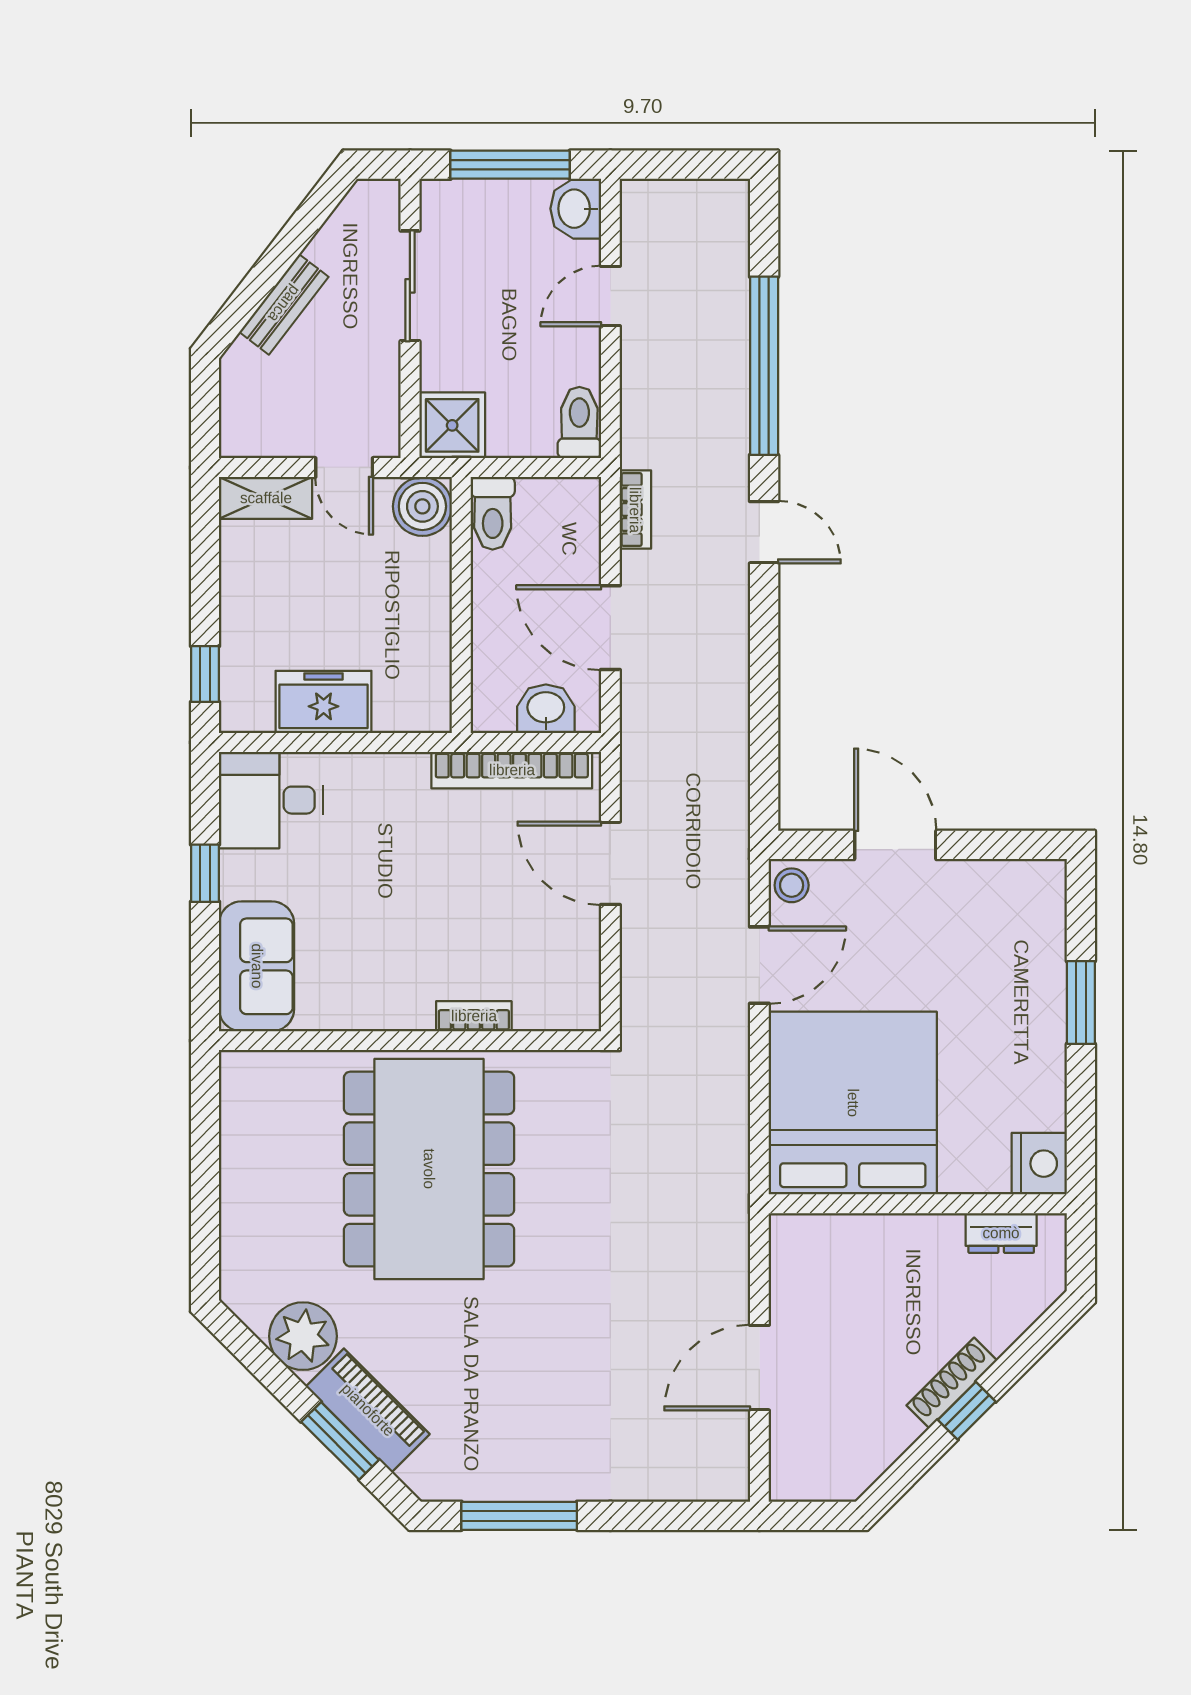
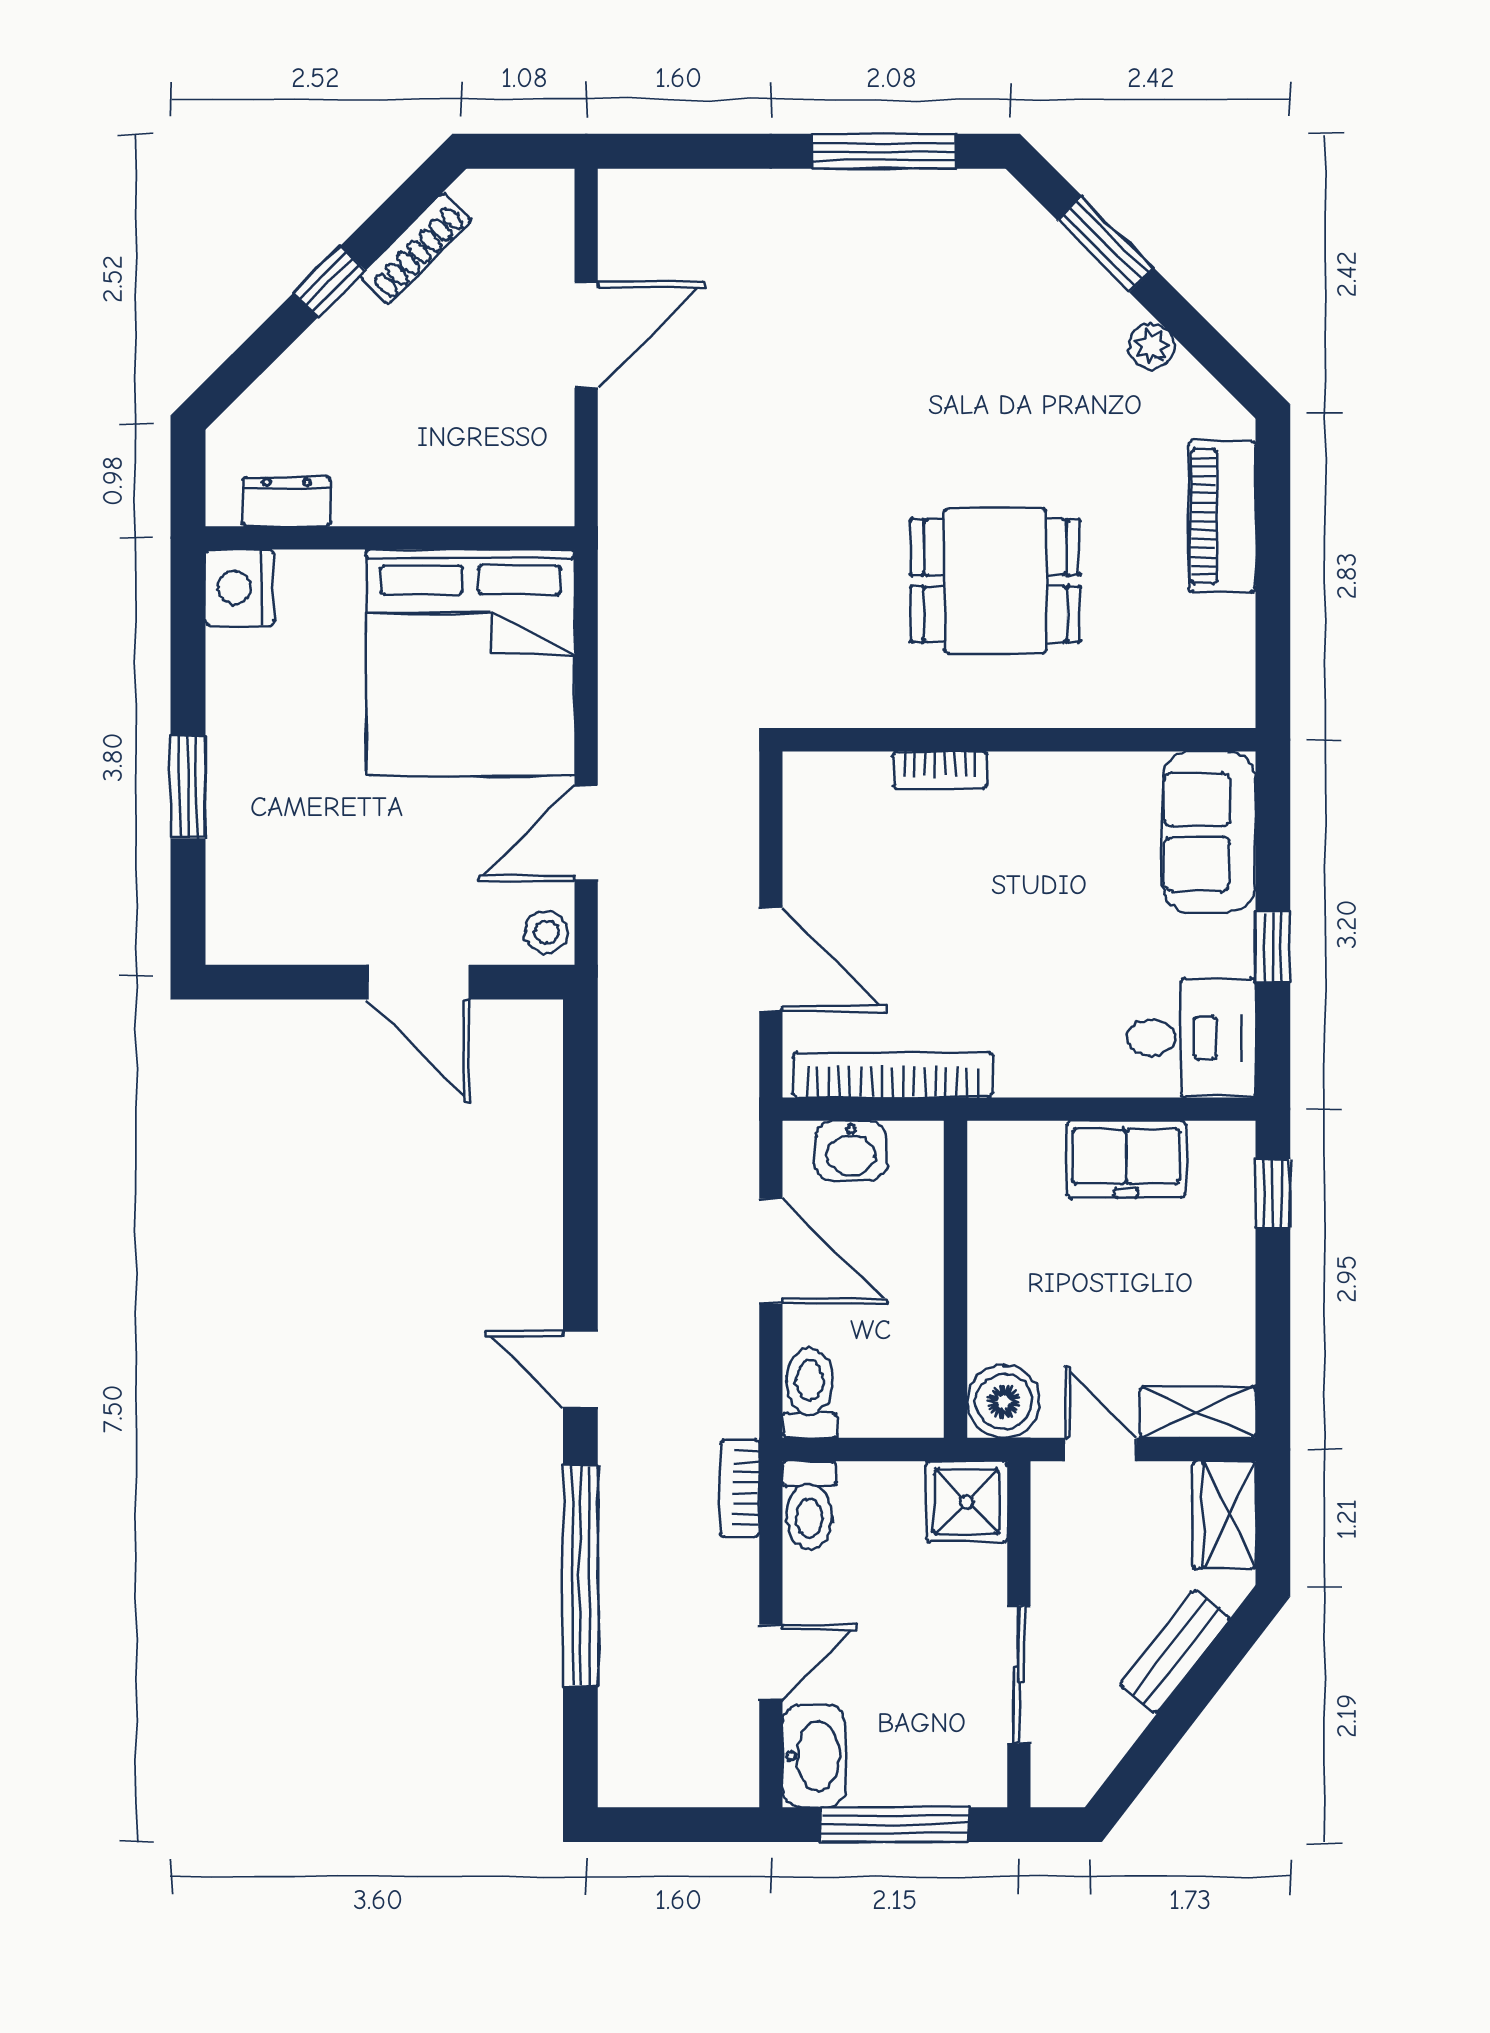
washbasin: (576, 209) -> (814, 1756), width x1.38
wardrobe: (244, 415) -> (1224, 1515), added
bookcase: (635, 510) -> (740, 1488), moved
toilet: (493, 513) -> (810, 1393), moved
dining table: (429, 1169) -> (995, 581), width x0.53, depth x0.80
plant: (303, 1336) -> (1151, 346), width x0.53, depth x0.53
shoe rack: (952, 1383) -> (415, 248), moved
piano: (368, 1410) -> (1222, 517), moved, turned 45

